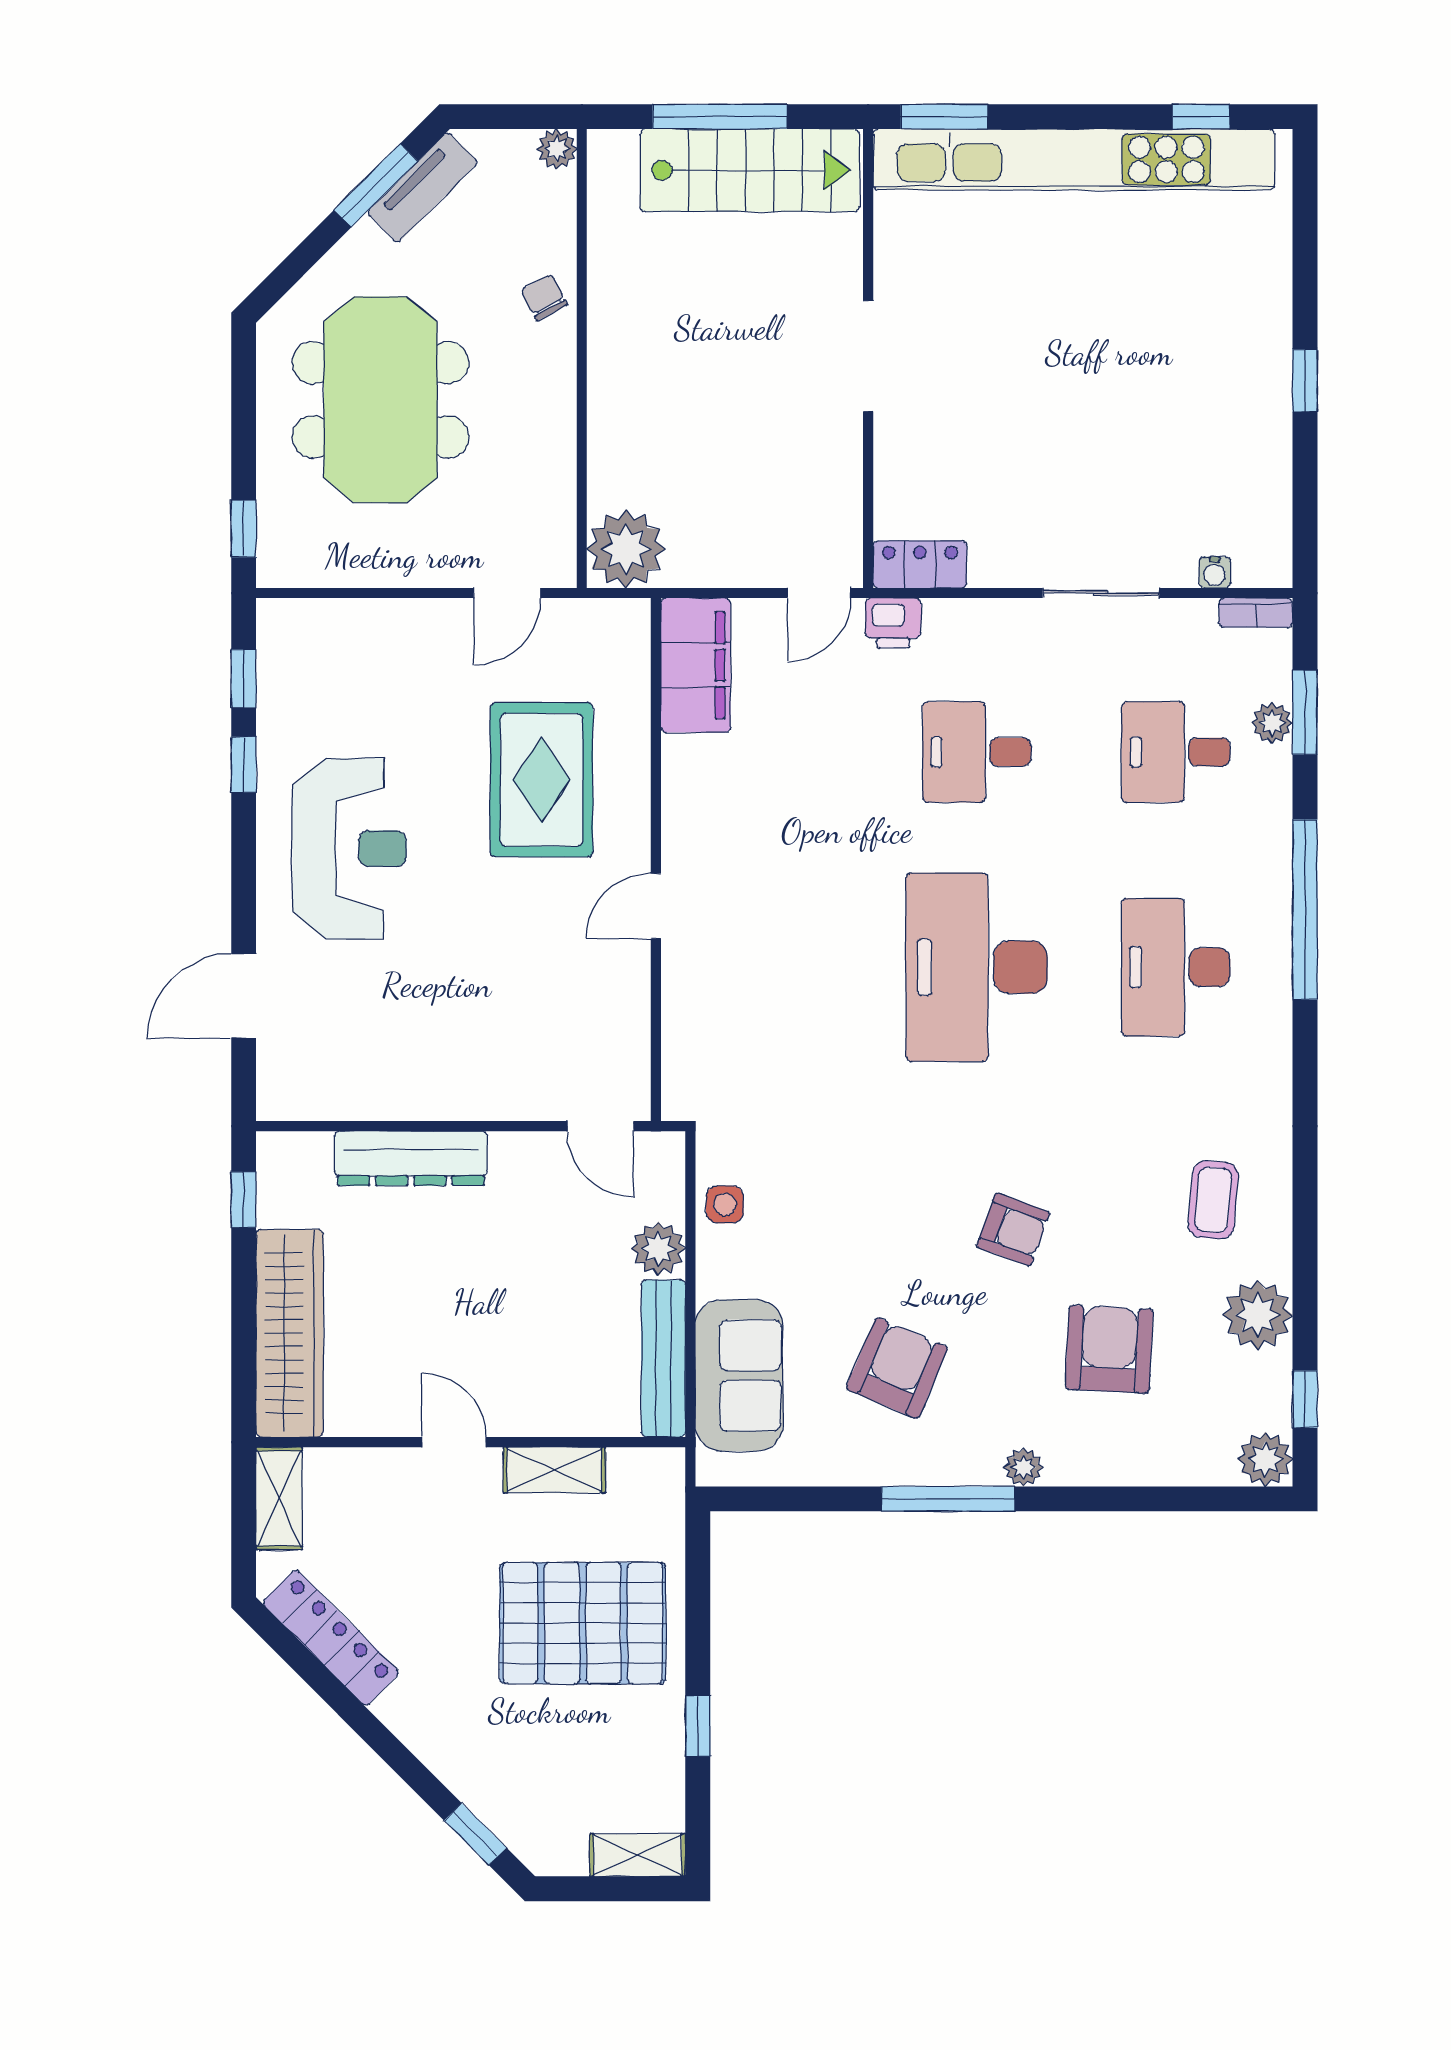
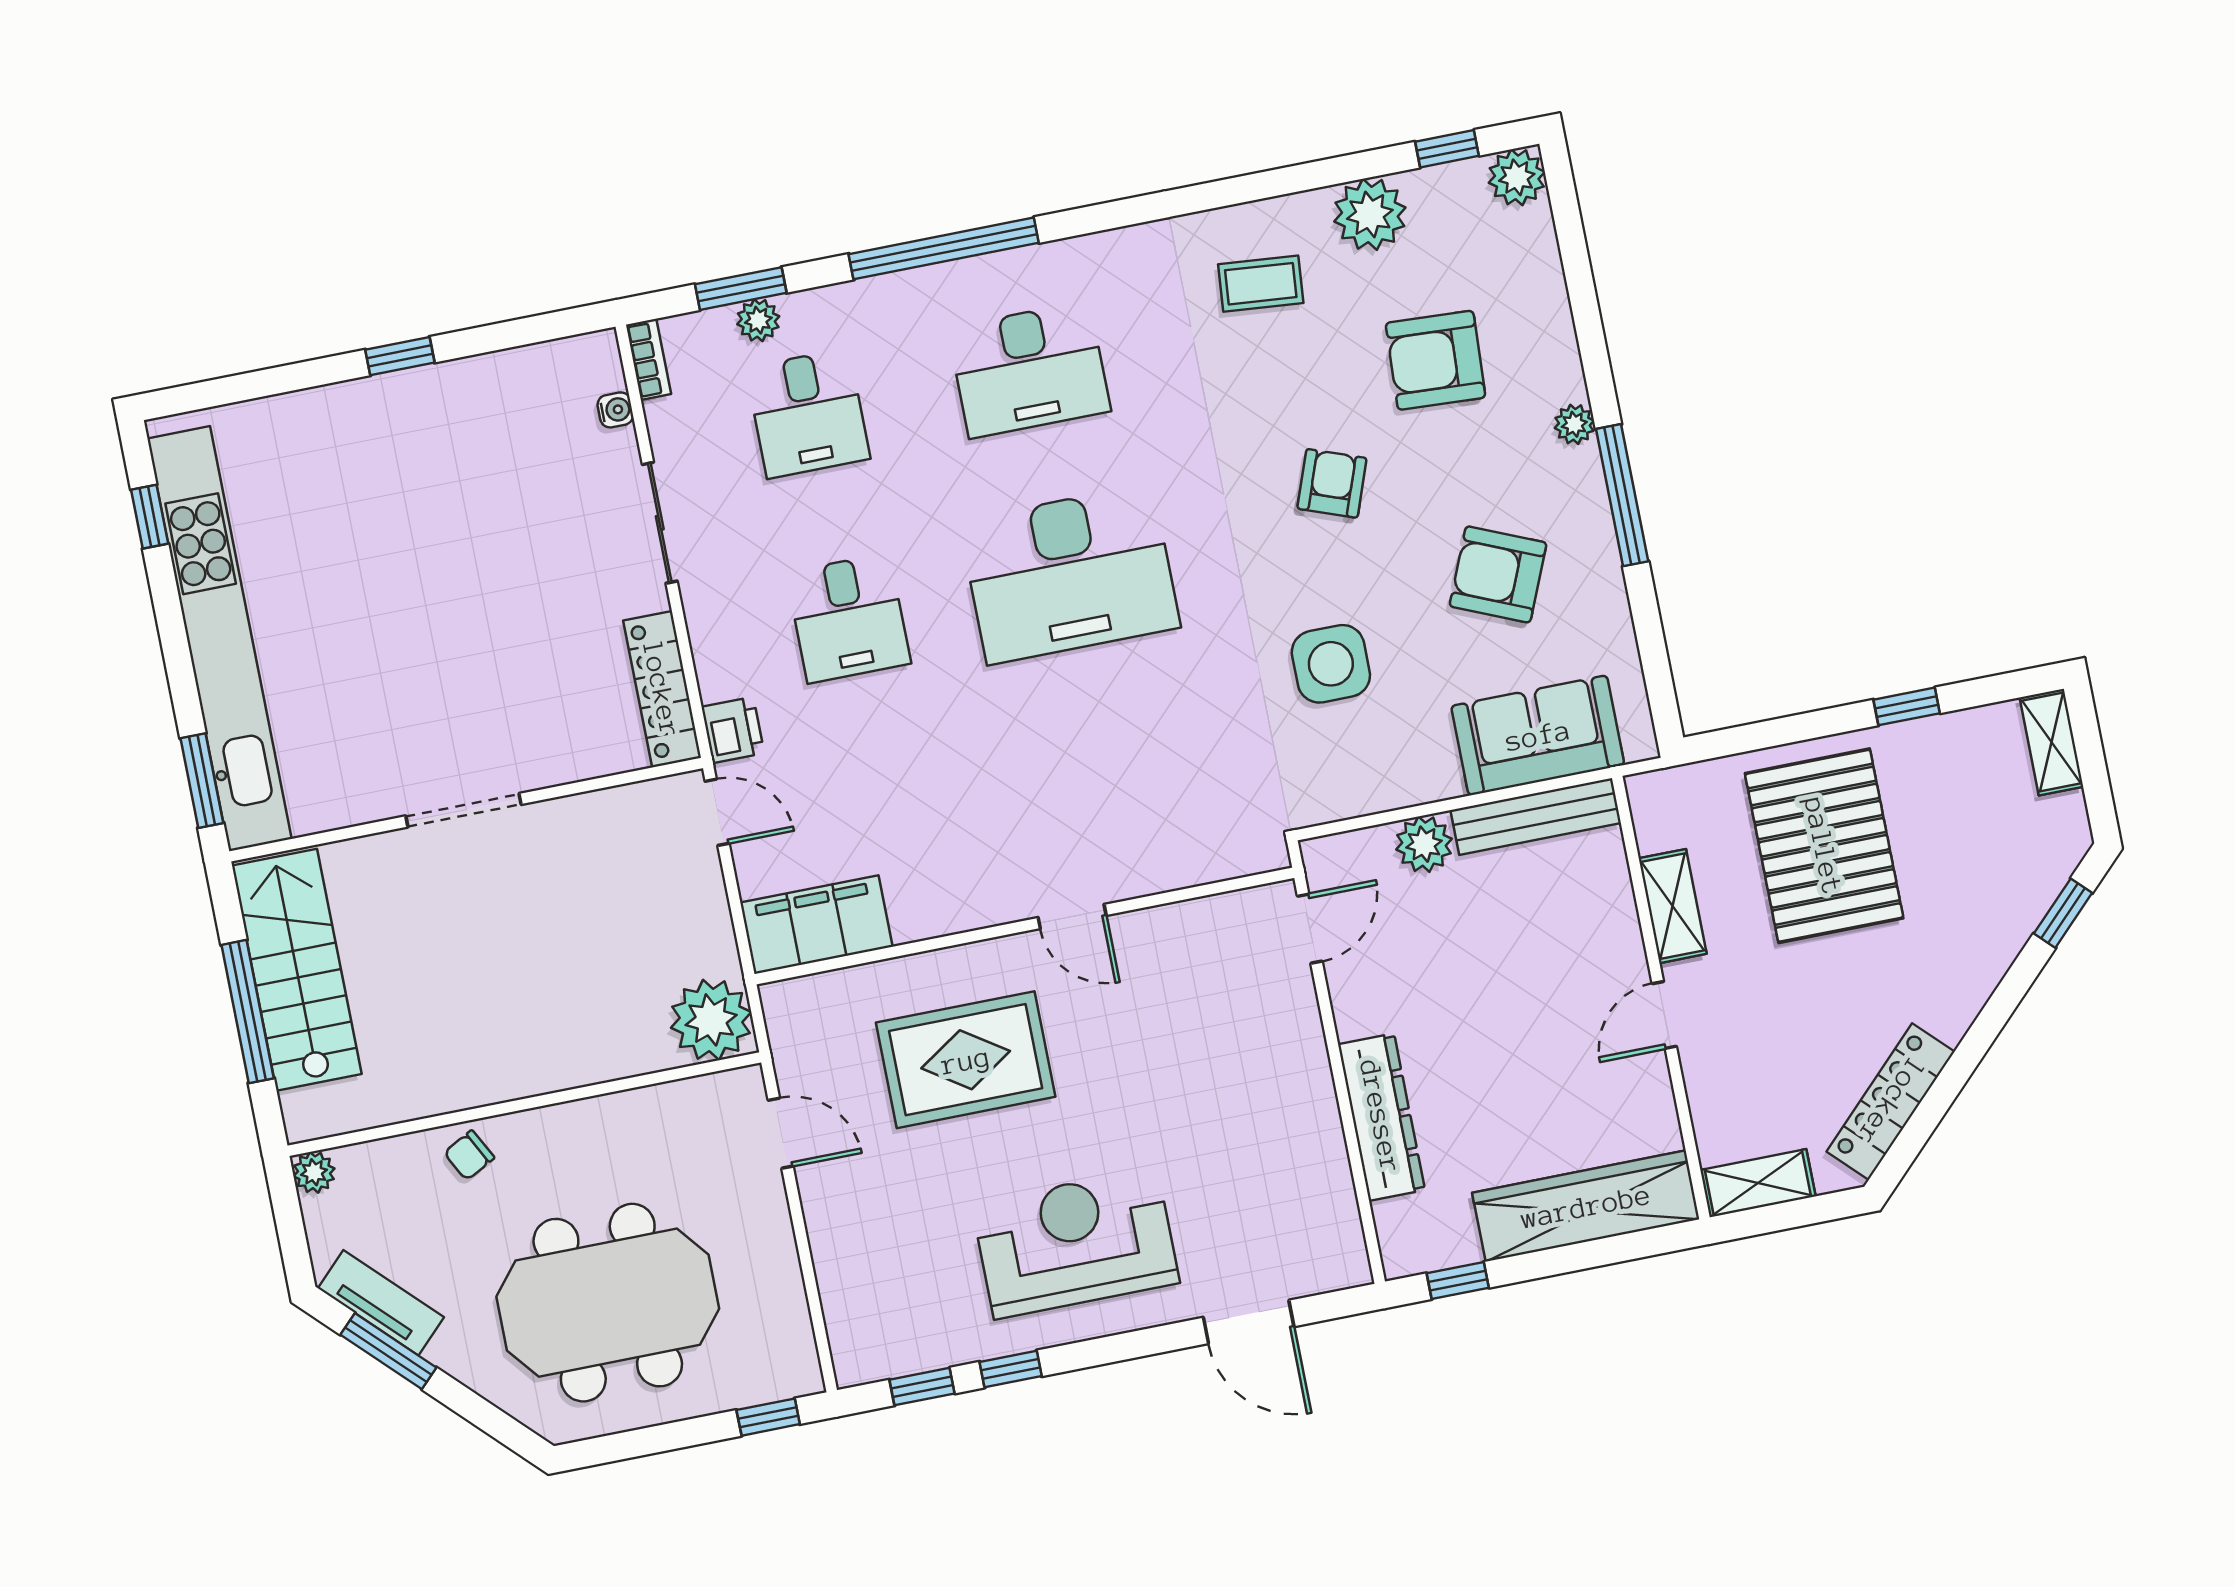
locker: (920, 564) -> (662, 689), width x1.53
side table: (725, 1204) -> (1331, 664), moved, width x1.87, depth x1.87

